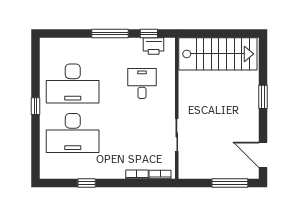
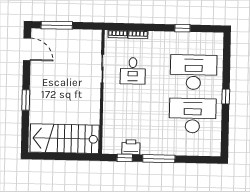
printer: (154, 46) -> (131, 147), moved
desk: (142, 84) -> (133, 71), moved

